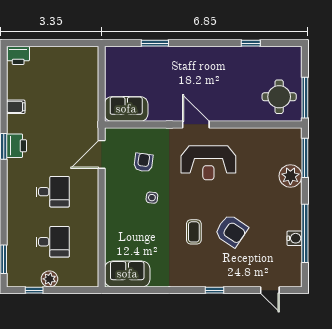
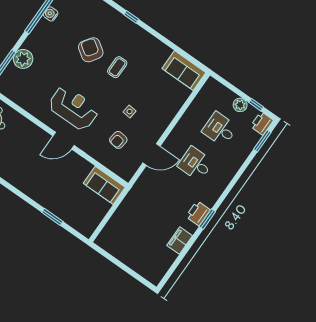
printer: (18, 55) -> (262, 123), moved, turned -90
filing cabinet: (16, 107) -> (180, 241), width x2.00
door: (196, 124) -> (64, 141), hinge flipped
door: (102, 154) -> (151, 154), moved

